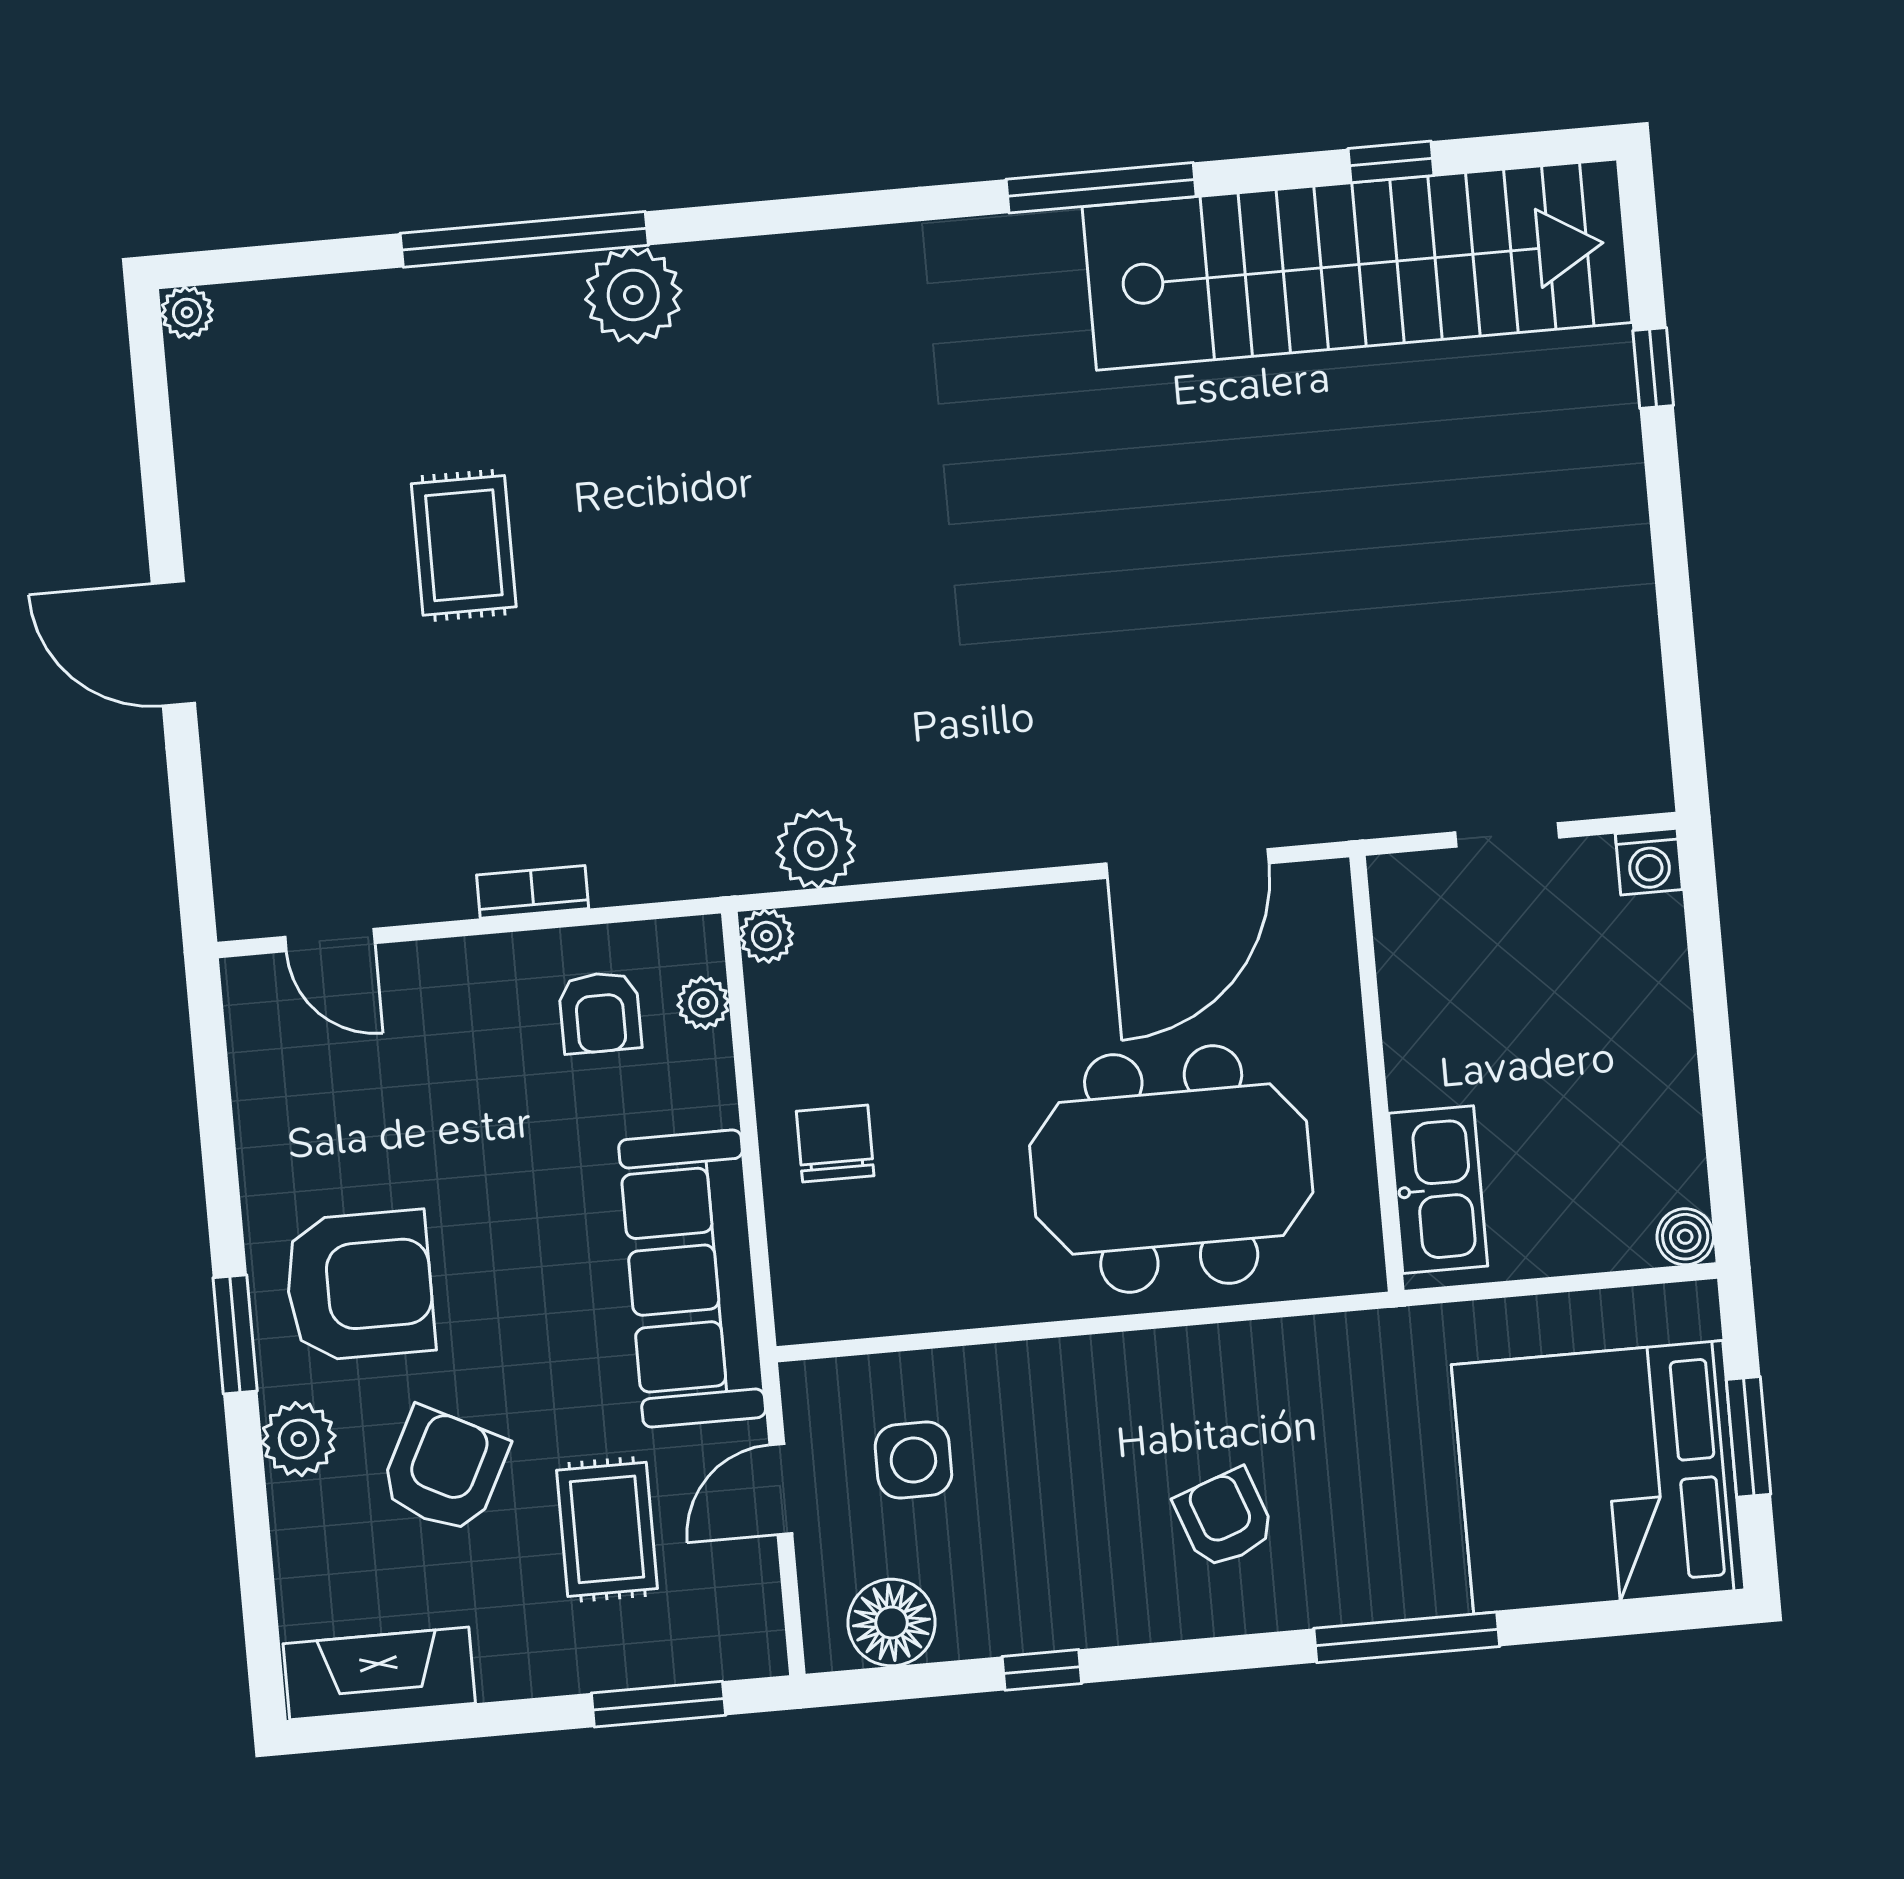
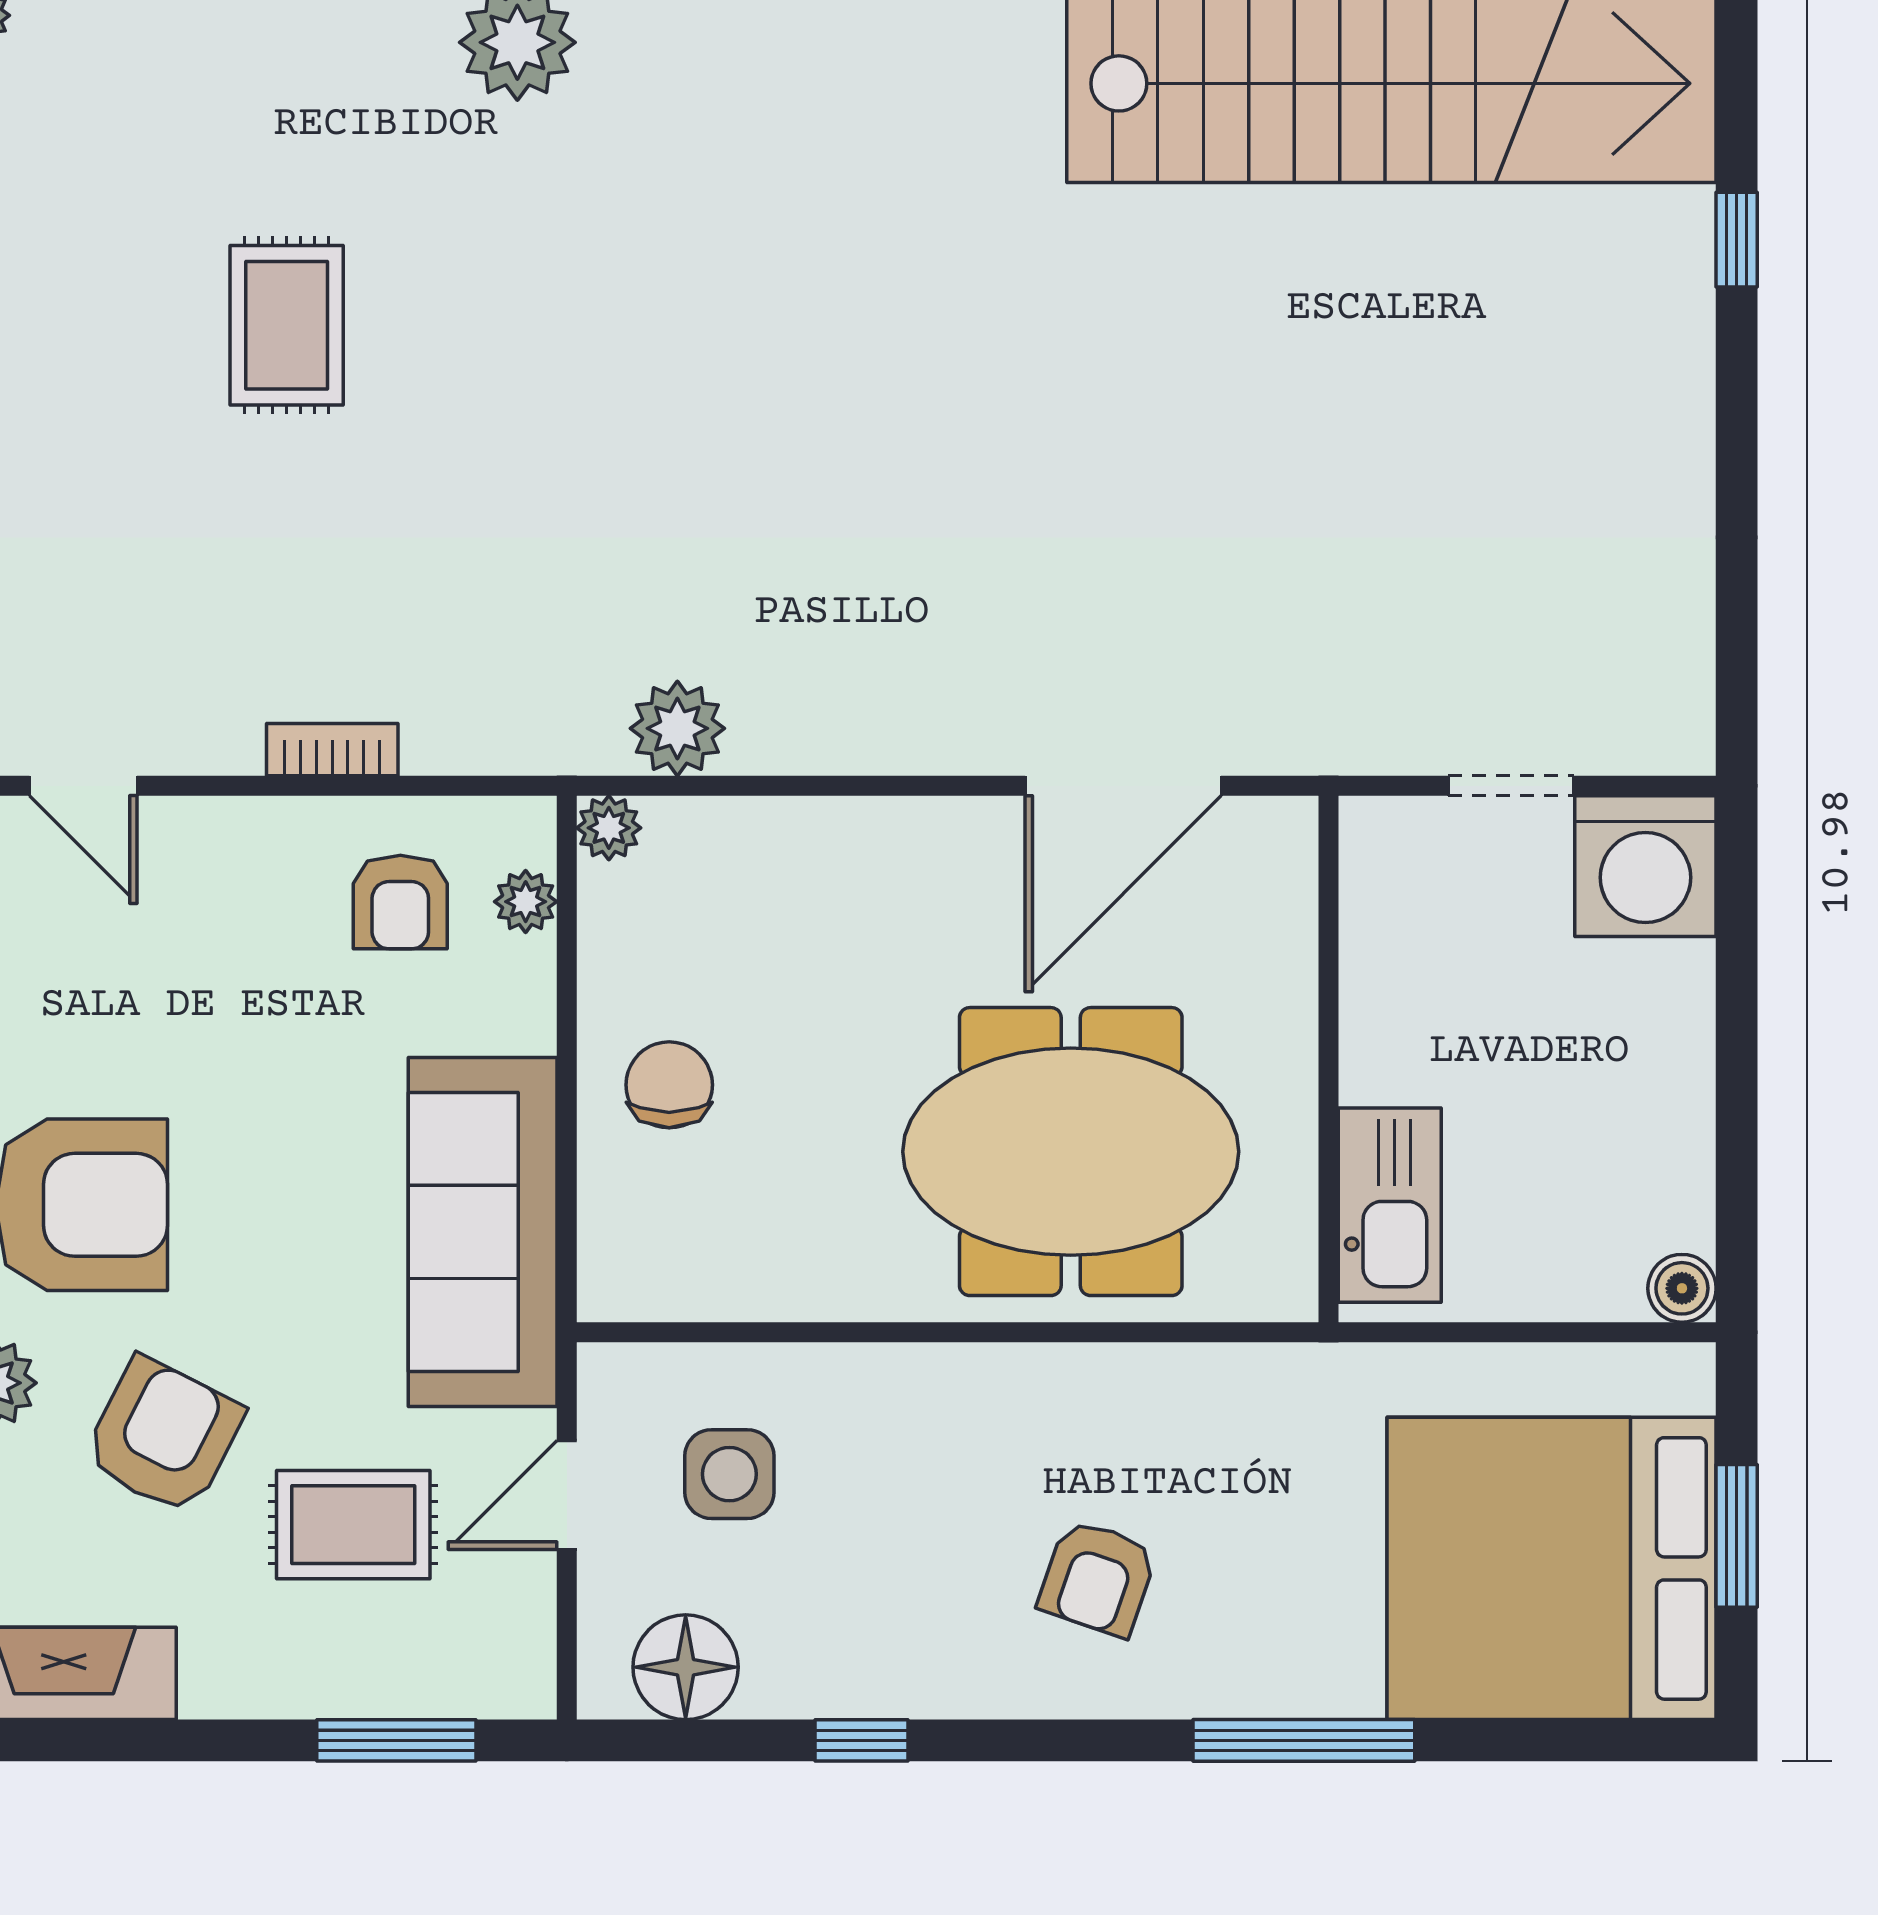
washing machine: (1649, 862) -> (1645, 866), width x1.89, depth x1.89
armchair: (1225, 1519) -> (1098, 1578), turned -141
rug: (607, 1529) -> (353, 1525), turned 90

